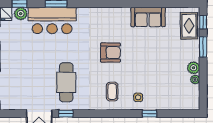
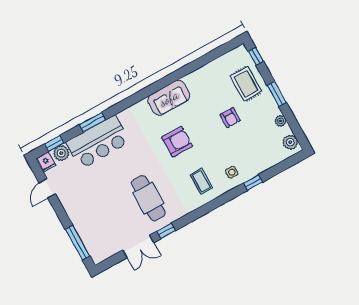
sofa: (148, 17) -> (169, 98), moved
rug: (189, 26) -> (246, 84), moved
window: (203, 47) -> (277, 94), moved
armchair: (159, 57) -> (230, 118), added
plant: (193, 68) -> (290, 142), moved

